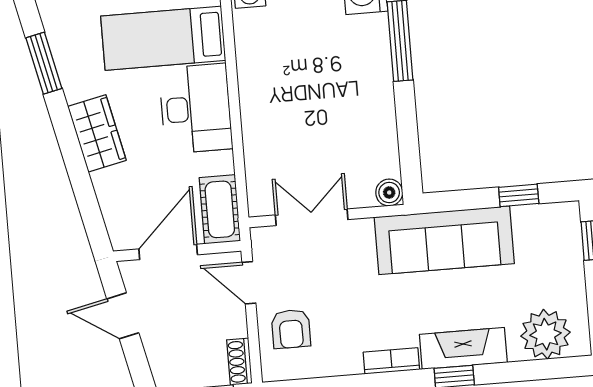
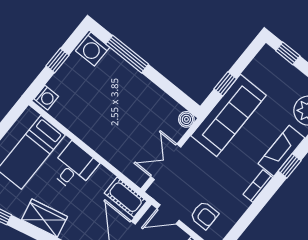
desk: (196, 109) -> (74, 167), width x0.73
window: (519, 195) -> (225, 84), moved

